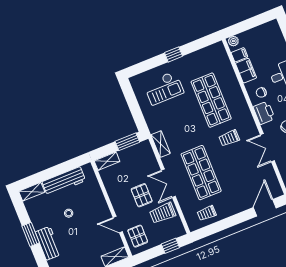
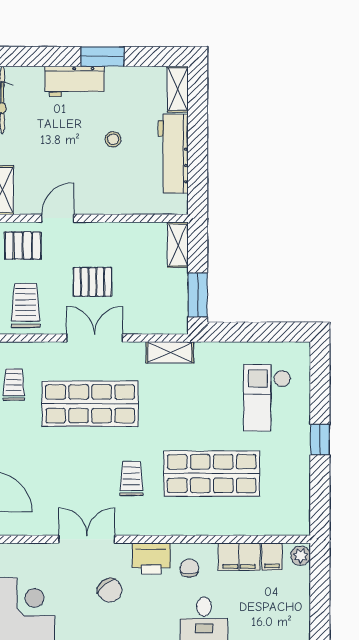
trolley: (163, 213) -> (26, 305), moved

